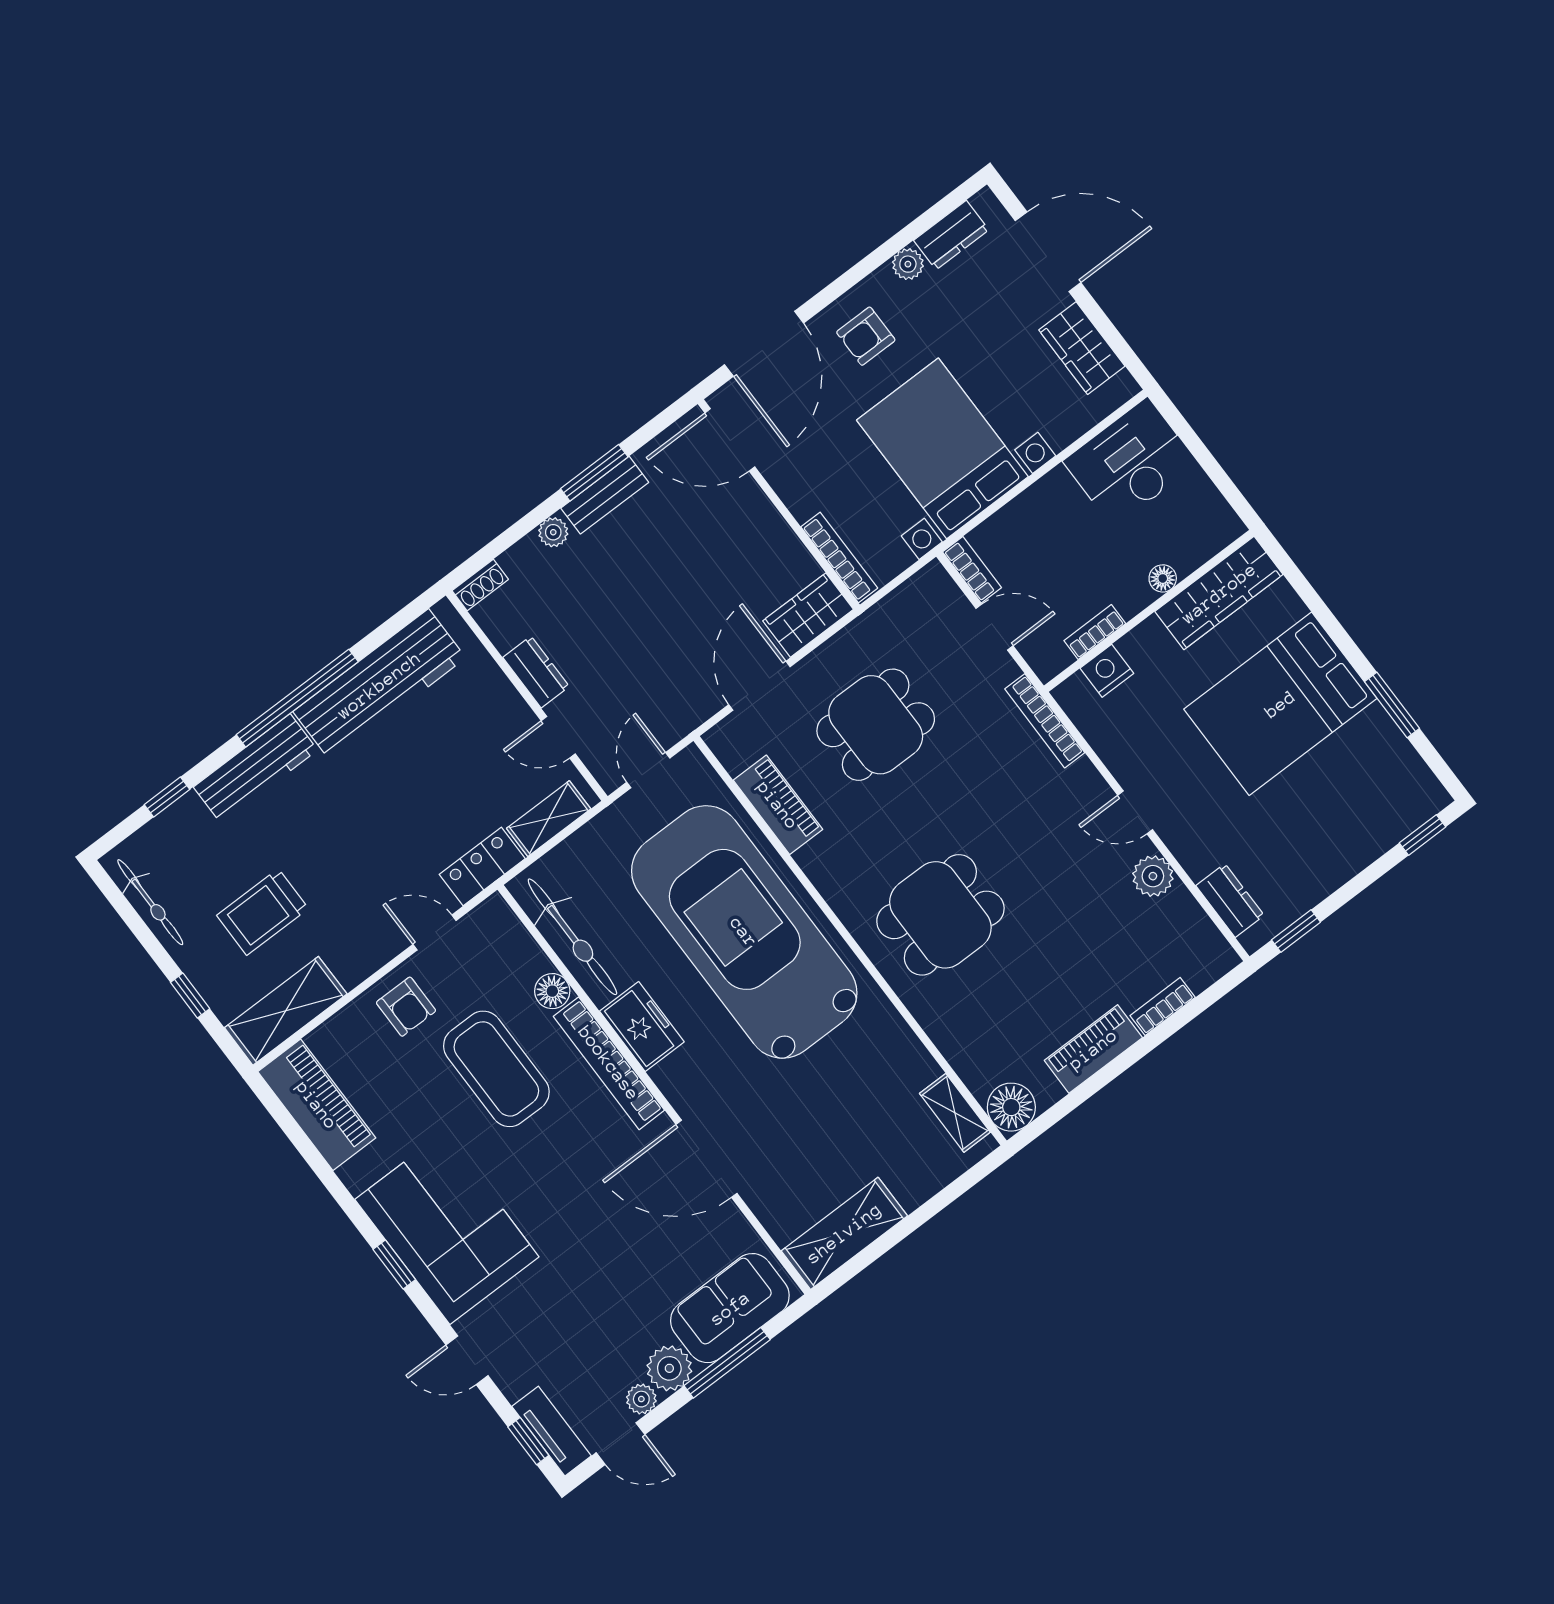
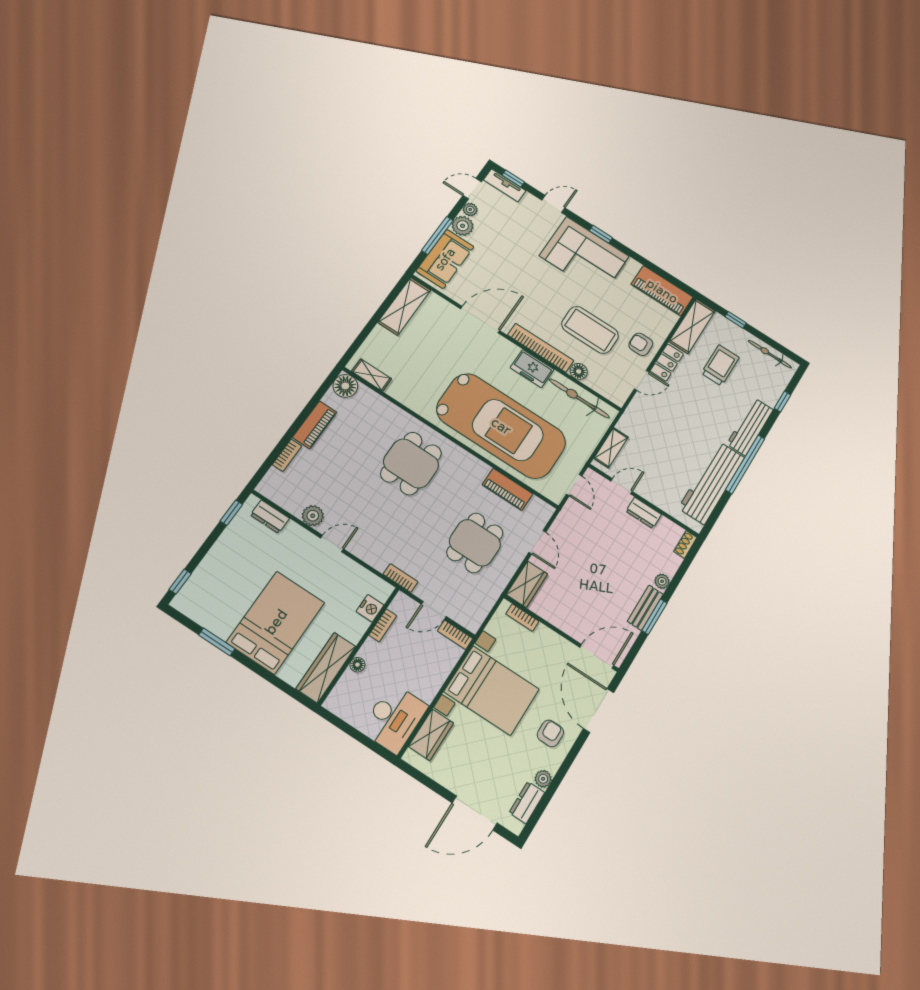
wardrobe: (1082, 348) -> (431, 735), moved, turned 90
bookcase: (839, 557) -> (522, 618), width x0.64
door: (759, 686) -> (537, 542), width x0.73
bookcase: (1045, 721) -> (400, 578), width x0.64
locker: (482, 866) -> (667, 362), moved

